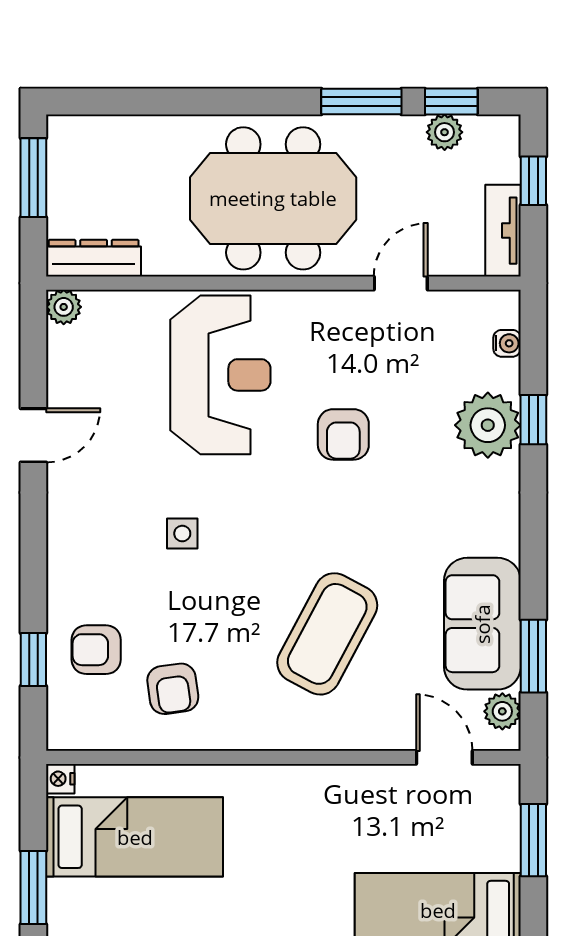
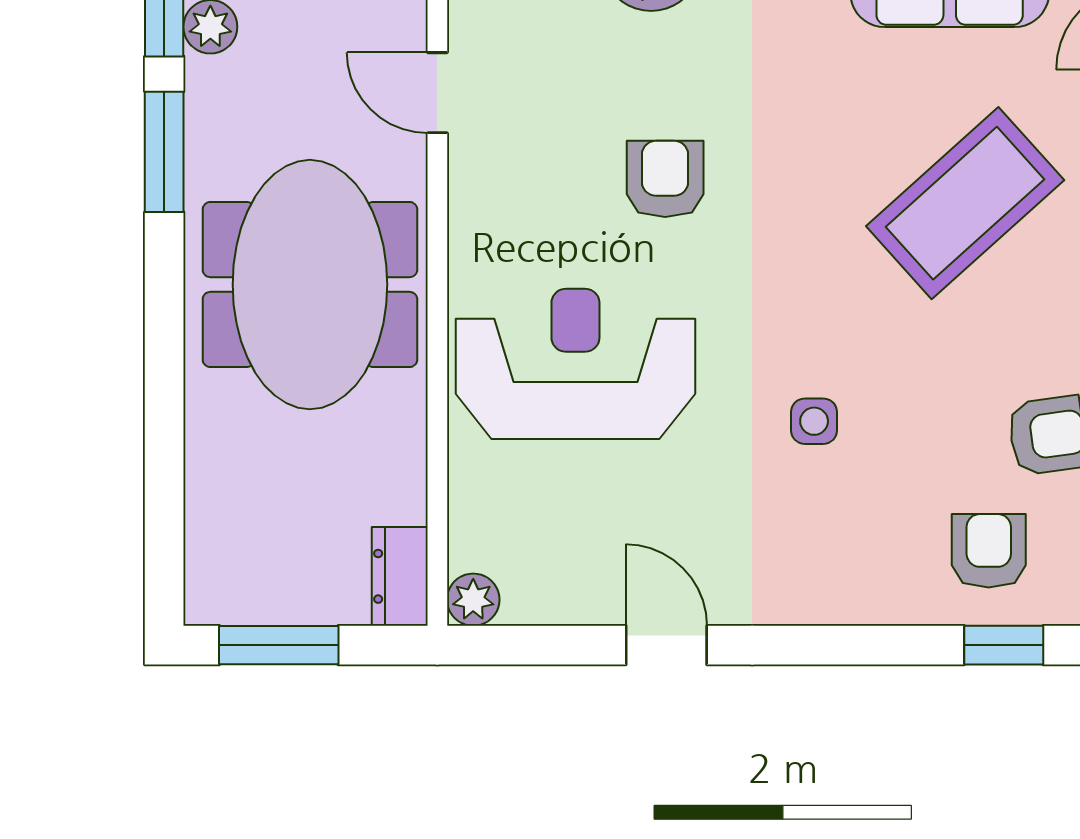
dresser: (94, 258) -> (400, 576), width x0.70
armchair: (343, 434) -> (665, 179), turned -90
coffee table: (327, 634) -> (965, 203), turned -70
armchair: (96, 650) -> (989, 551), turned 180

